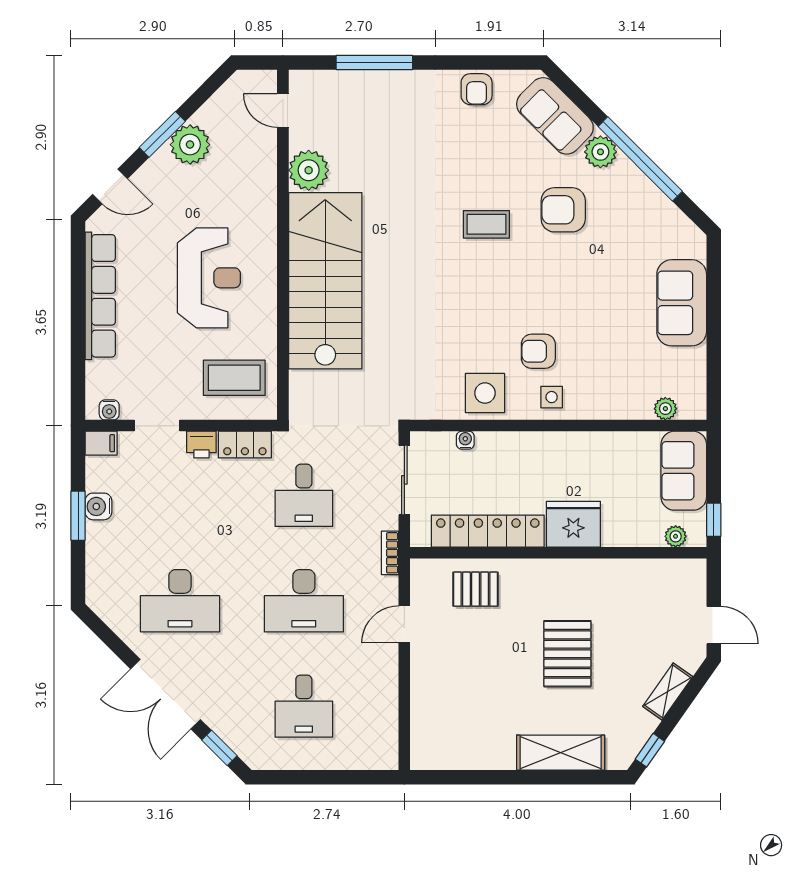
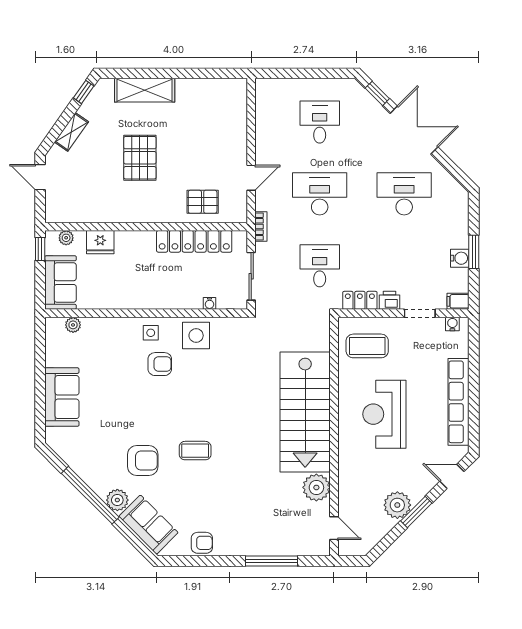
armchair: (477, 89) -> (202, 543), turned 90
fridge: (573, 524) -> (100, 242), moved, width x0.73, depth x0.75

